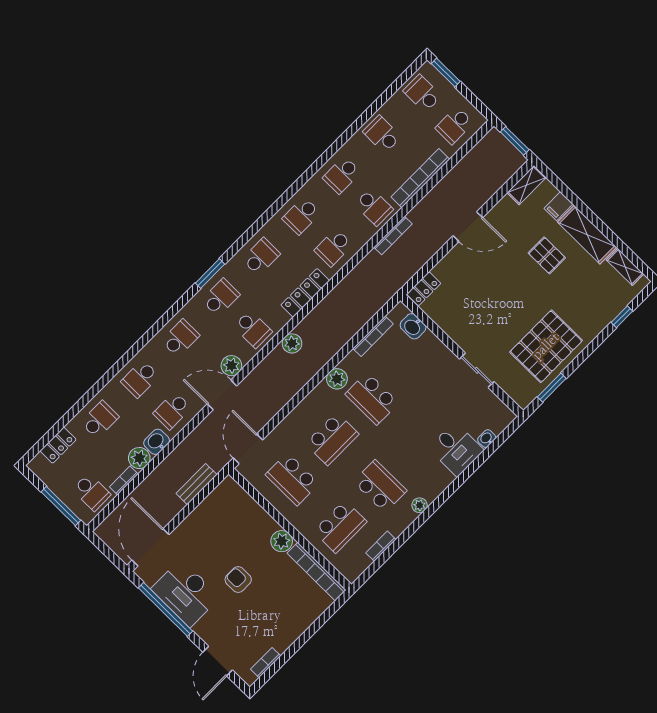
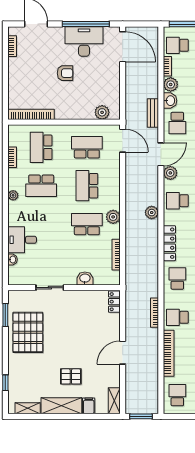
washbasin: (413, 326) -> (85, 278), moved
school desk: (172, 411) -> (177, 123), turned 180
bench: (196, 484) -> (153, 113), moved
plant: (282, 541) -> (102, 112), moved

